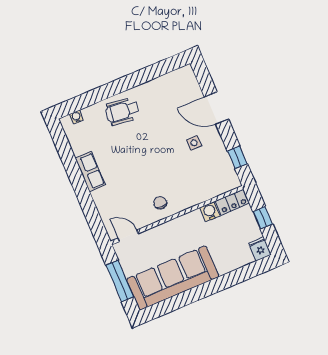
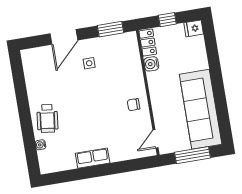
water cooler: (76, 117) -> (41, 145), moved
window: (237, 157) -> (111, 29), width x1.50

